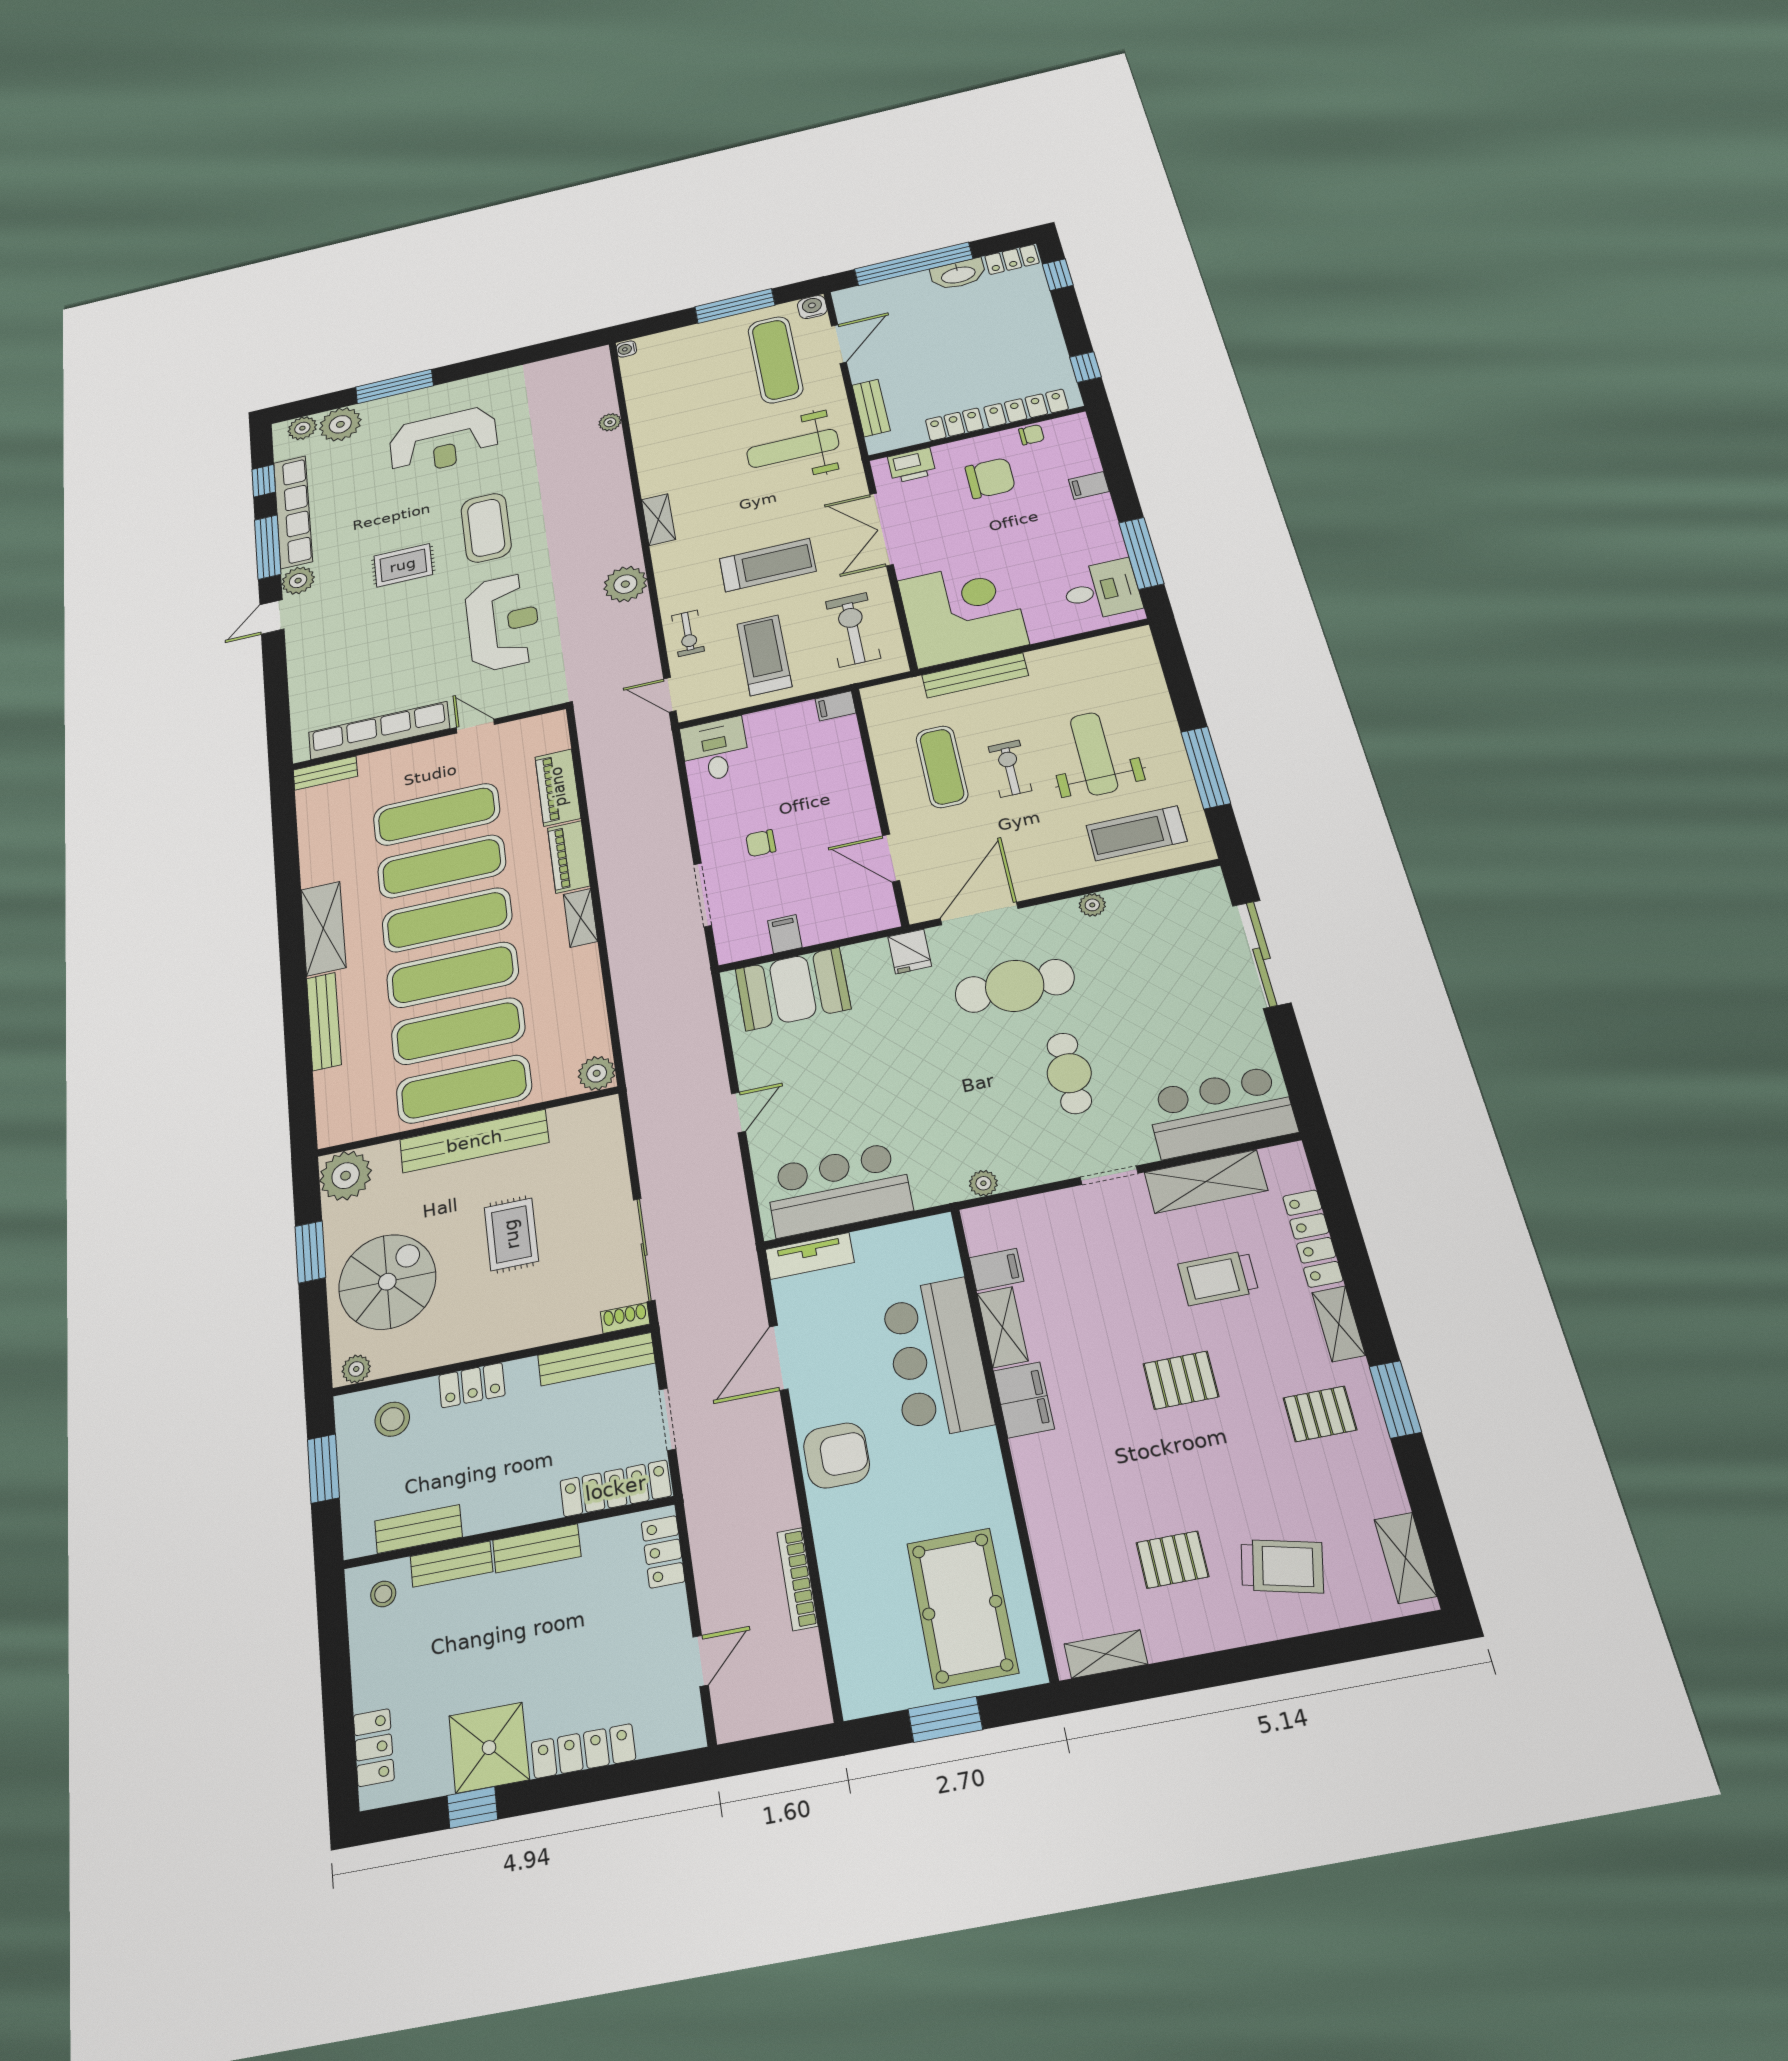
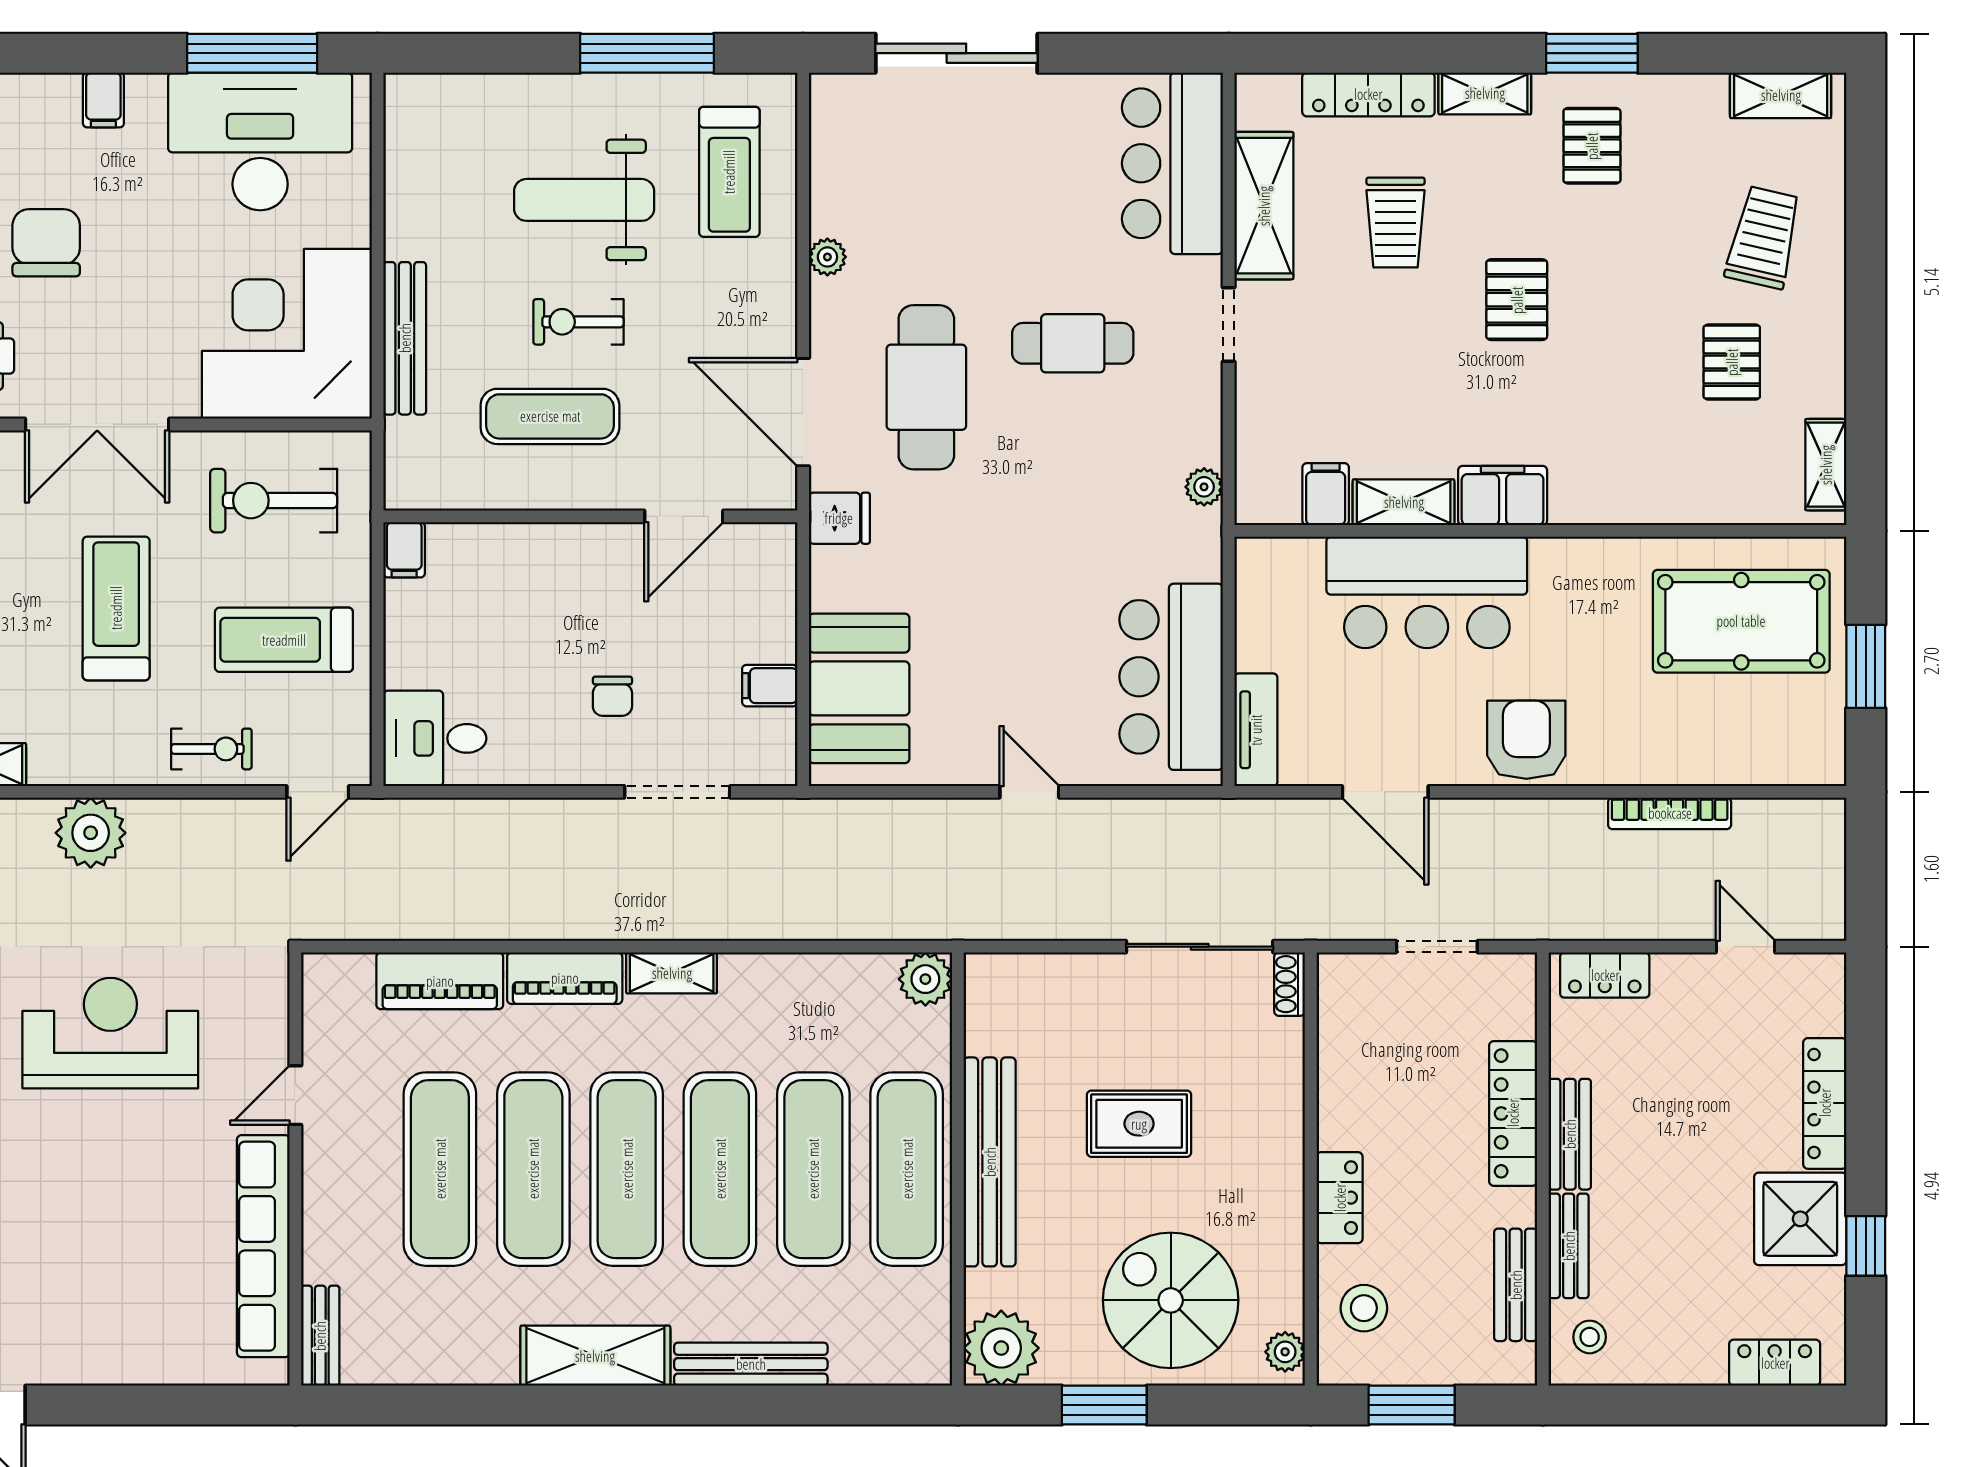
desk: (1101, 590) -> (260, 141), width x1.87, depth x1.30
bench: (596, 1359) -> (1338, 1029), removed
locker: (615, 1488) -> (1513, 1113), moved

